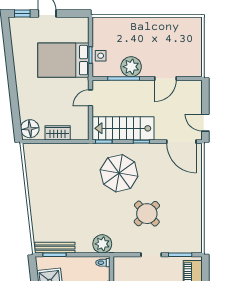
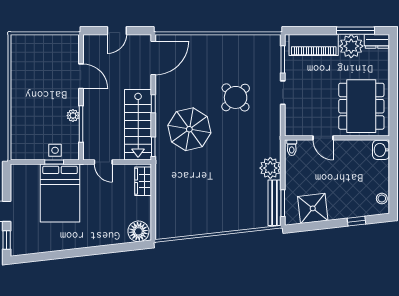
plant: (131, 67) -> (73, 115), width x0.53, depth x0.53
door: (205, 123) -> (117, 31), moved
wardrobe: (58, 133) -> (143, 181), moved
plant: (102, 244) -> (270, 168), moved

